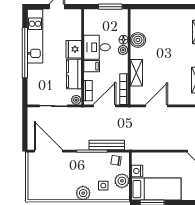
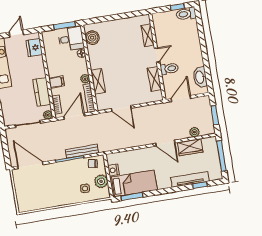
boiler: (138, 40) -> (92, 38), moved
desk: (97, 47) -> (71, 39), moved, turned 180
fridge: (74, 49) -> (34, 48), moved
plant: (123, 50) -> (85, 79), moved
door: (157, 106) -> (121, 108), swing flipped
plant: (83, 193) -> (68, 198), removed

